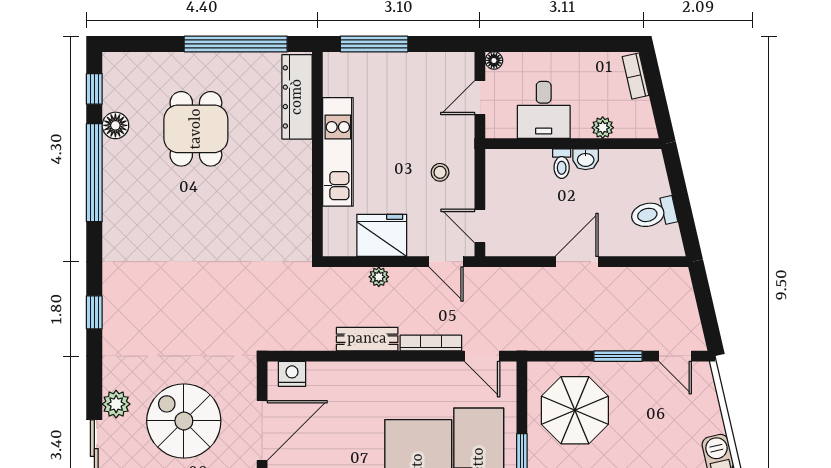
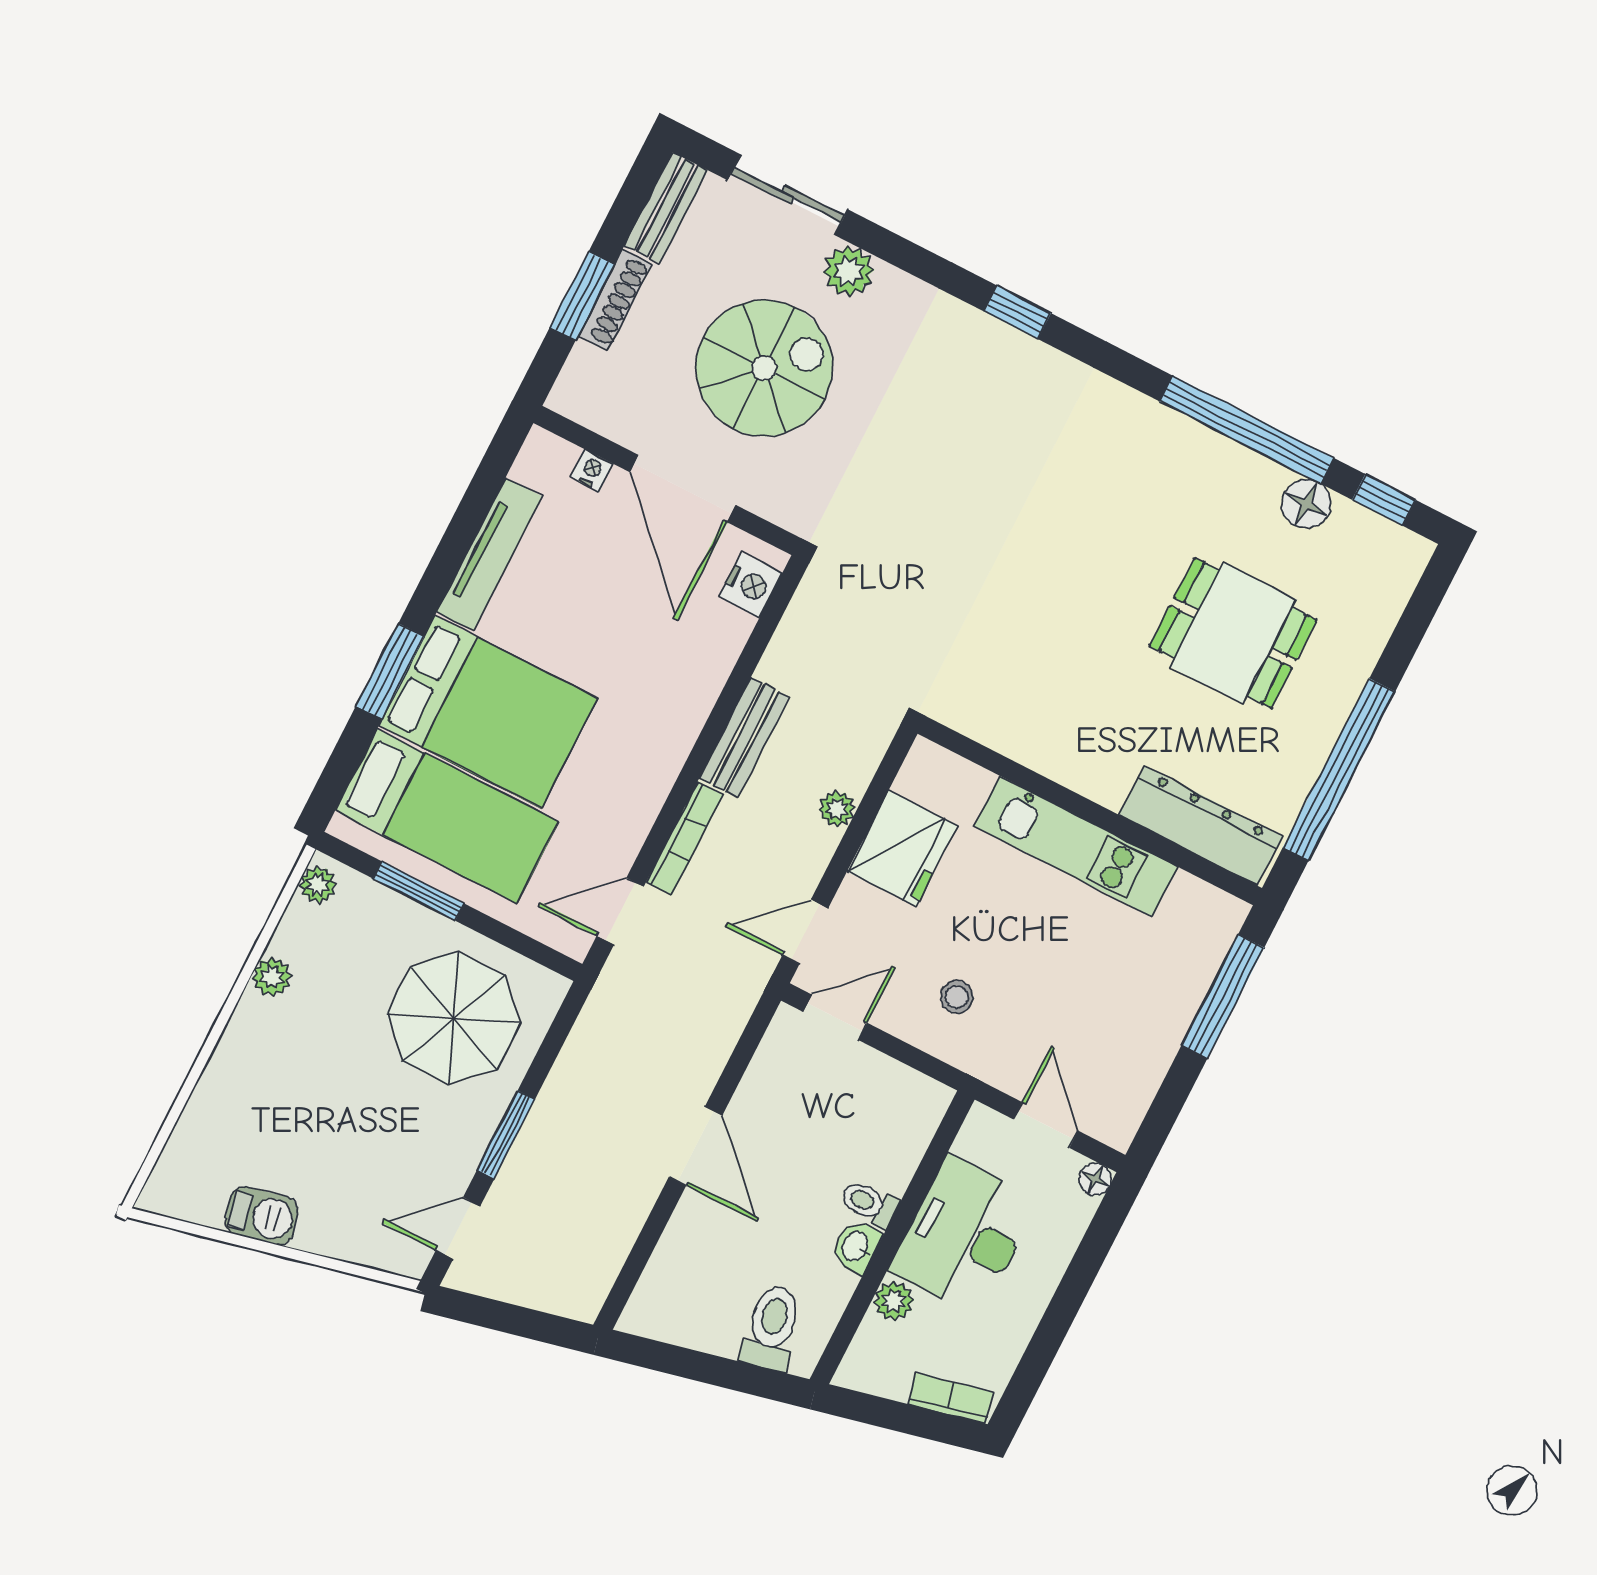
desk: (544, 110) -> (964, 1235), width x1.37
toilet: (653, 214) -> (772, 1328), moved

